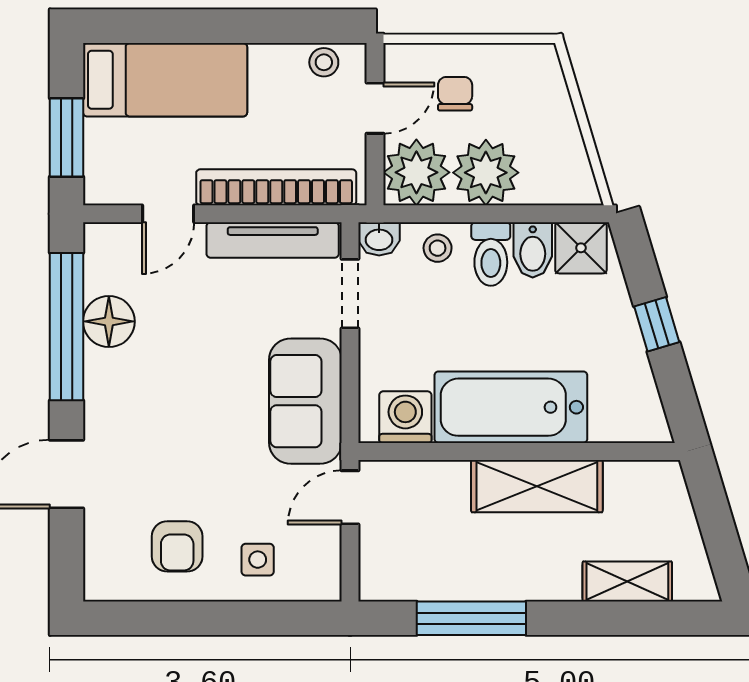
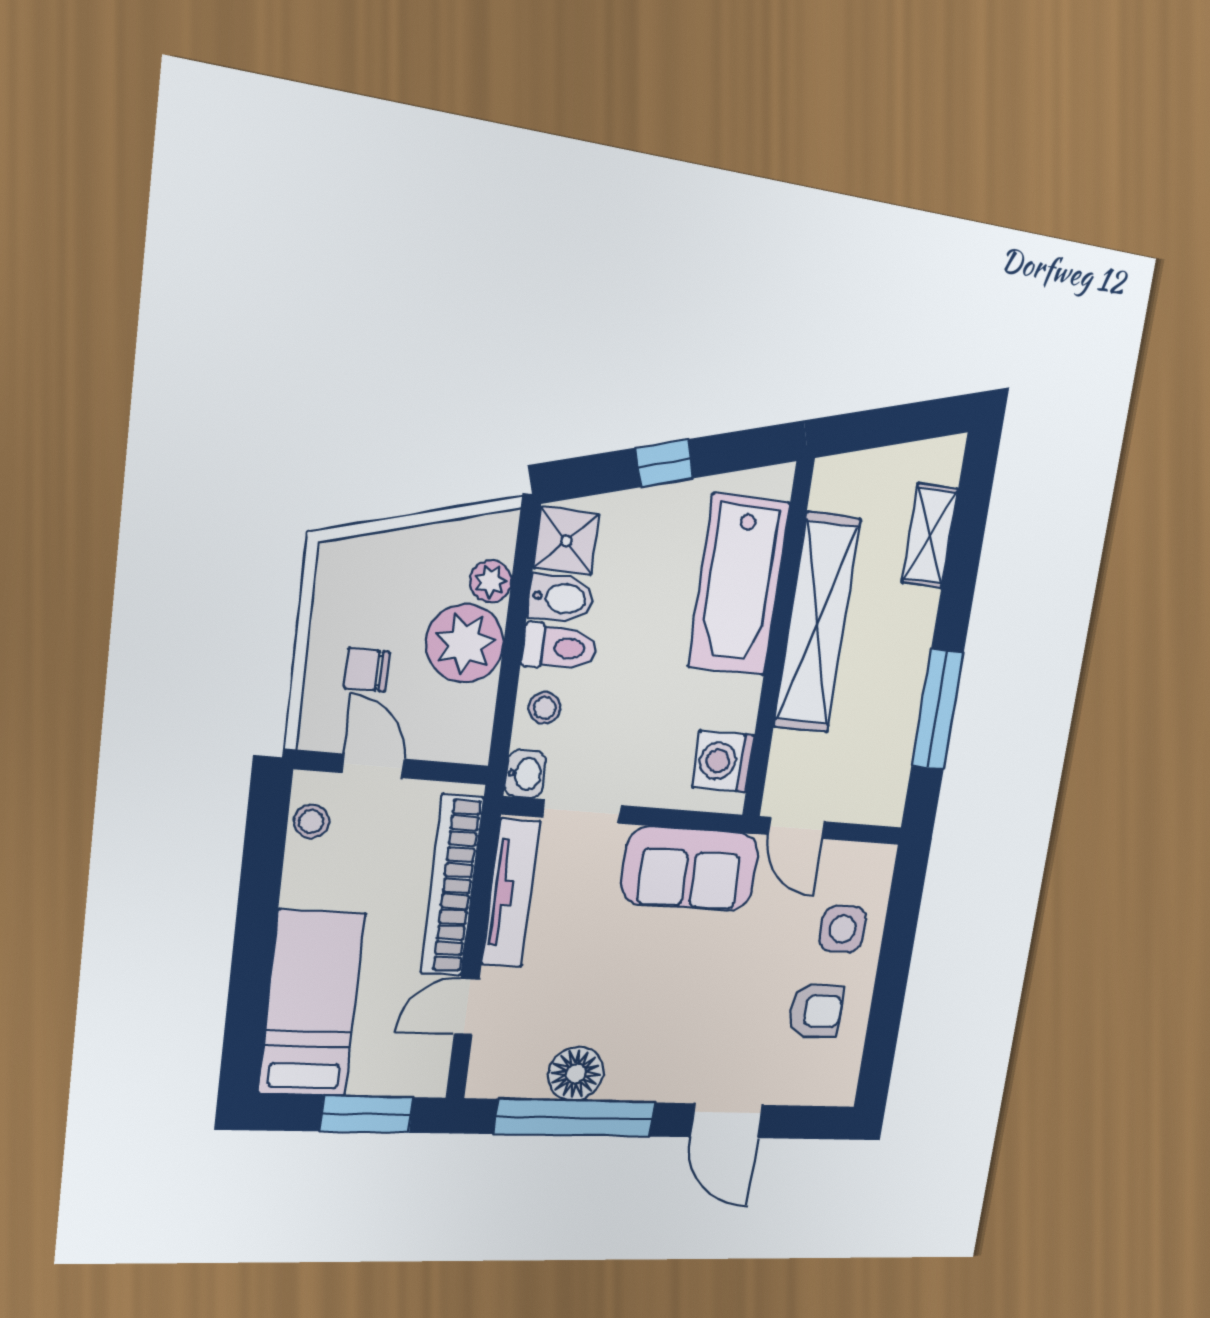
plant: (416, 172) -> (491, 581), moved, width x0.53, depth x0.53
door: (168, 214) -> (467, 1006), swing flipped
bathtub: (511, 407) -> (739, 585), moved
shelving: (537, 486) -> (817, 624), width x1.47
side table: (258, 560) -> (843, 929), width x1.37, depth x1.37

